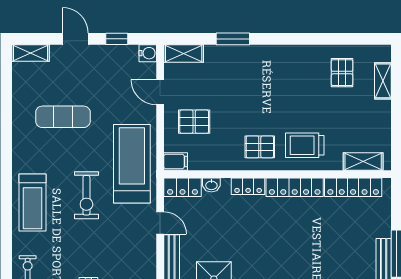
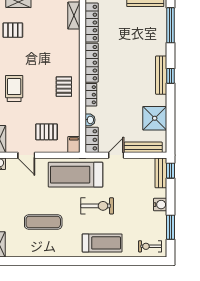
door: (160, 92) -> (26, 155), hinge flipped
exercise mat: (63, 117) -> (43, 222), turned 90
pallet: (194, 122) -> (47, 132), turned 90
trolley: (305, 145) -> (14, 88), moved, turned 180

